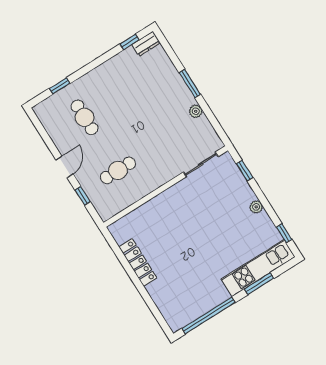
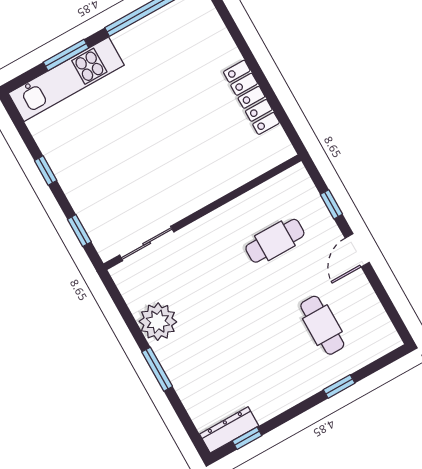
dresser: (146, 44) -> (229, 430), width x1.44
window: (60, 86) -> (339, 386), moved
plant: (196, 111) -> (158, 322), width x1.87, depth x1.87
plant: (256, 207) -> (64, 174), removed
window: (284, 233) -> (46, 171), moved

